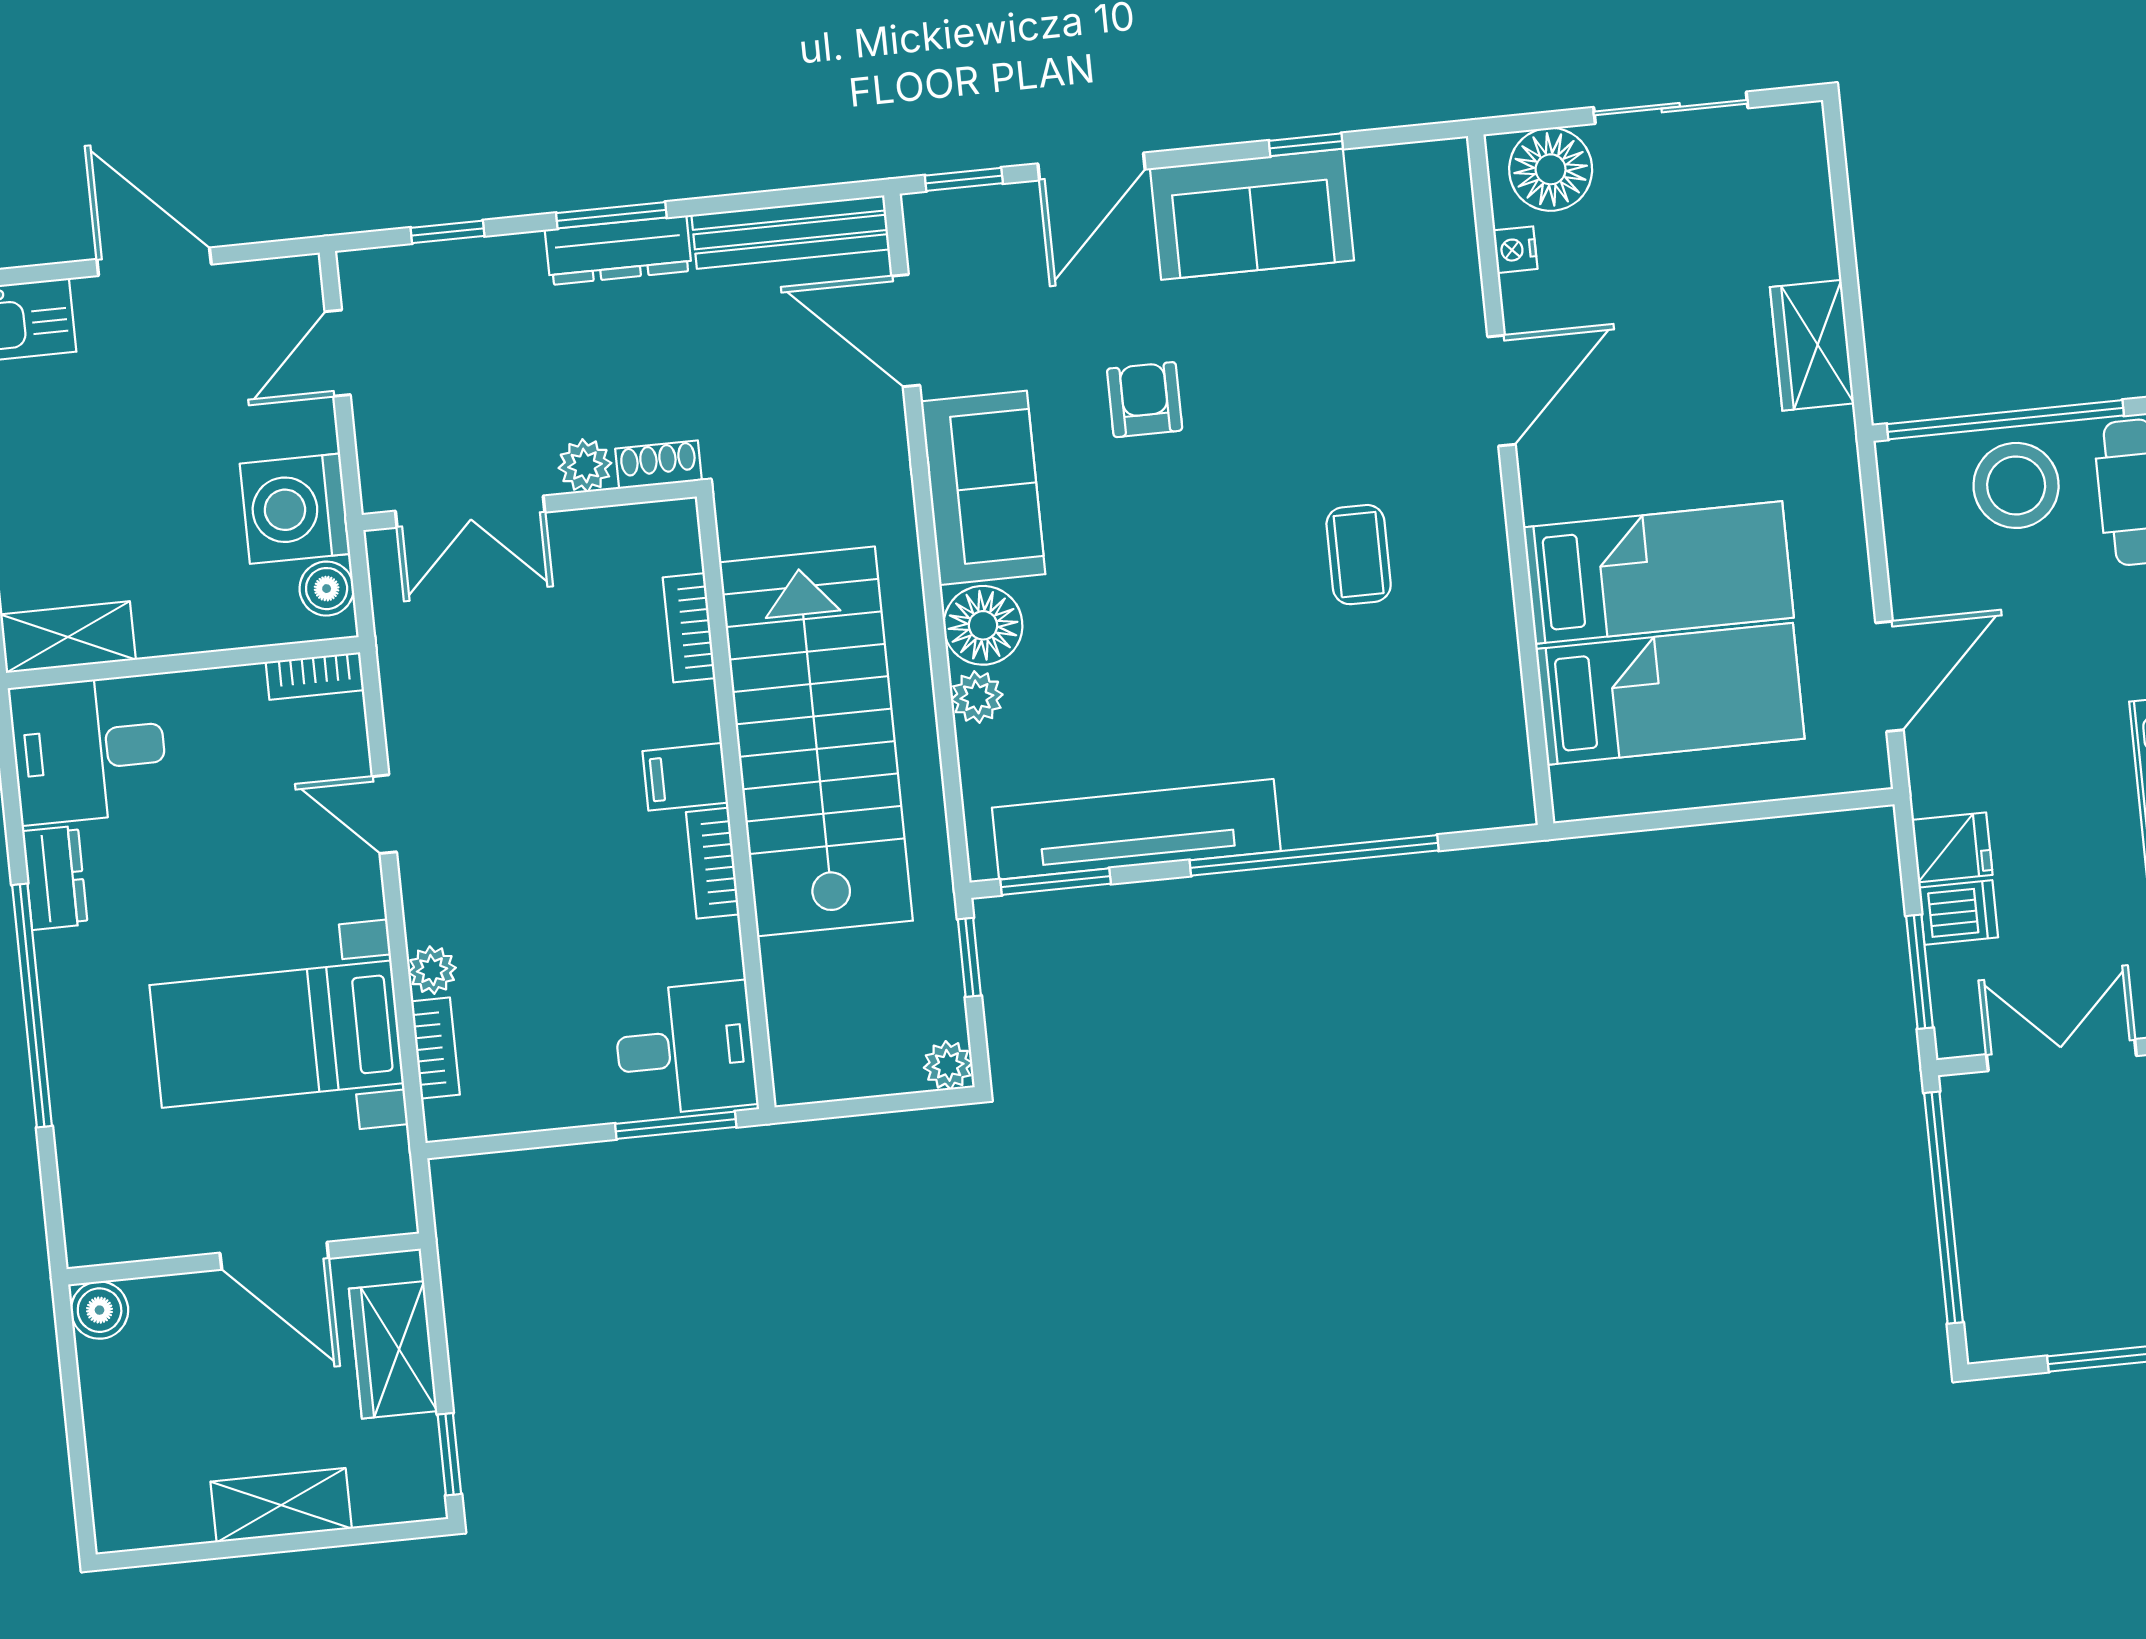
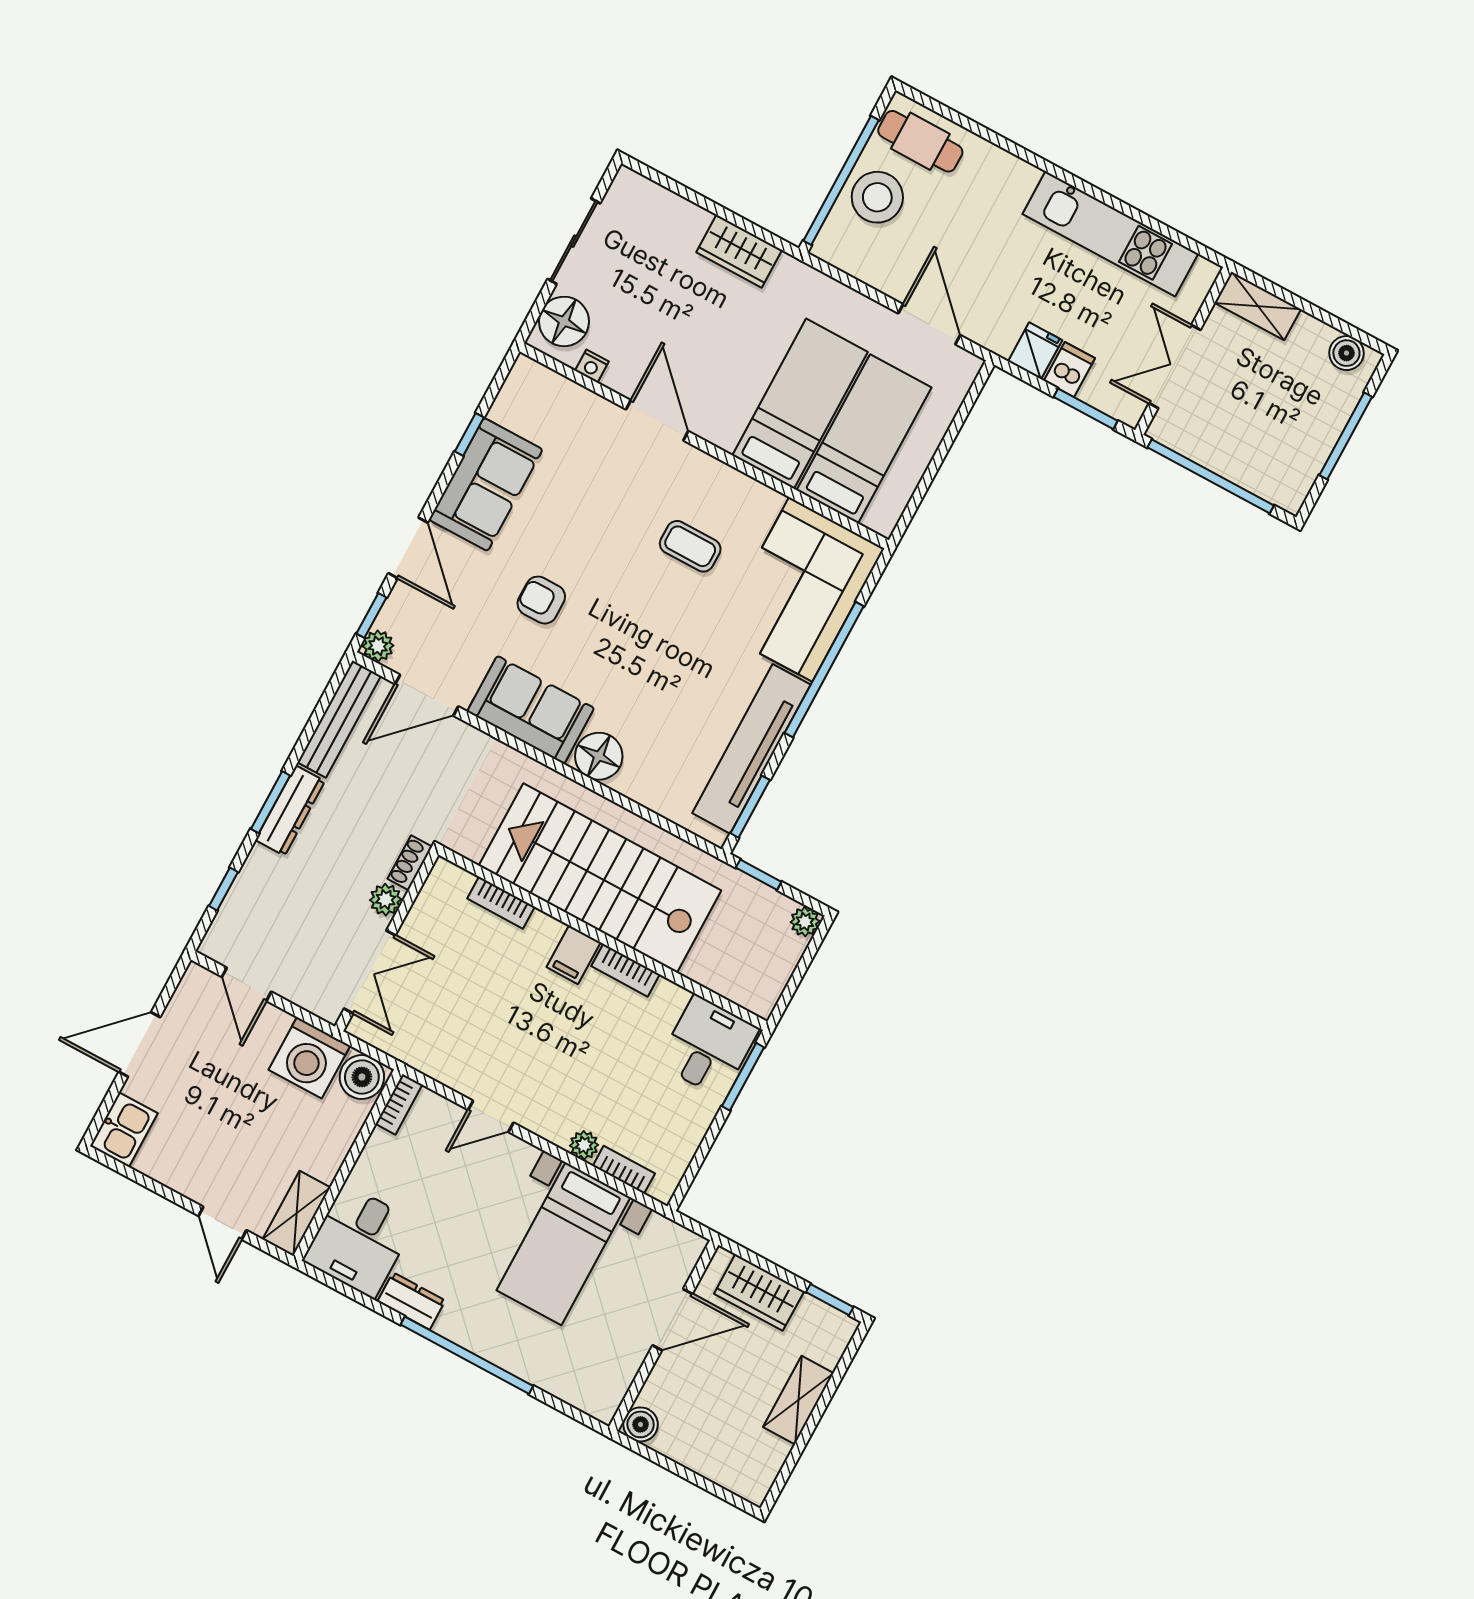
boiler: (327, 589) -> (362, 1077), width x1.36, depth x1.36
plant: (977, 697) -> (378, 646), moved
corner sofa: (1403, 748) -> (801, 589), added

